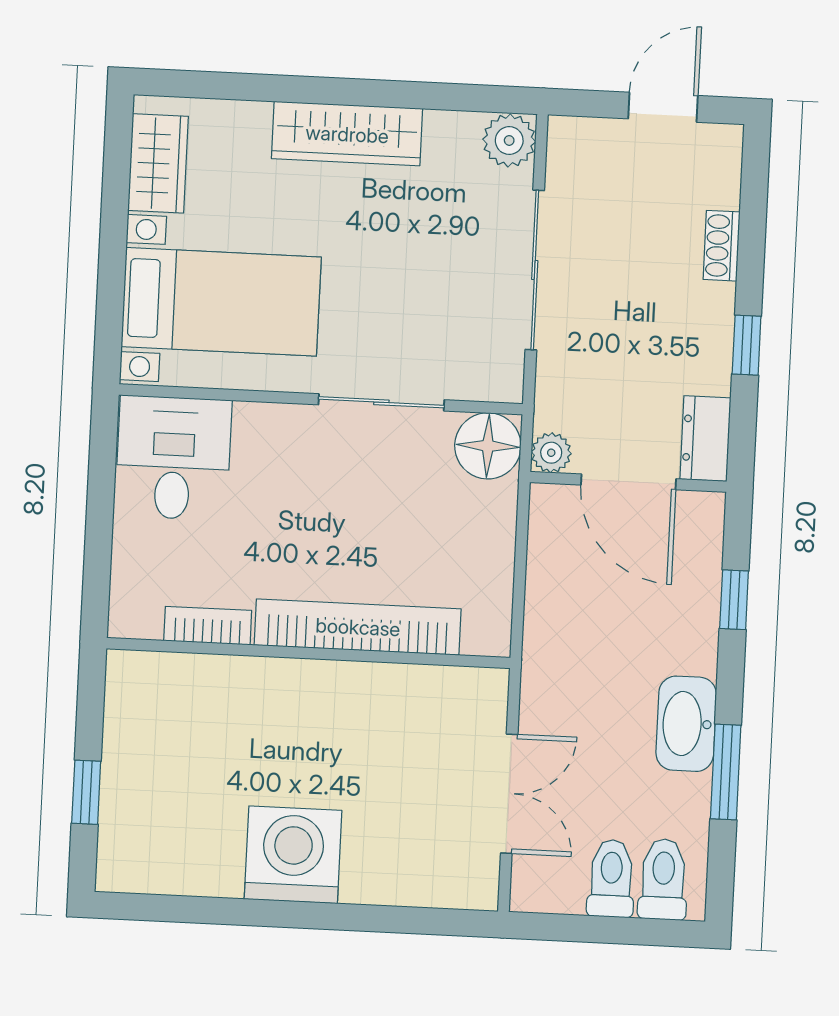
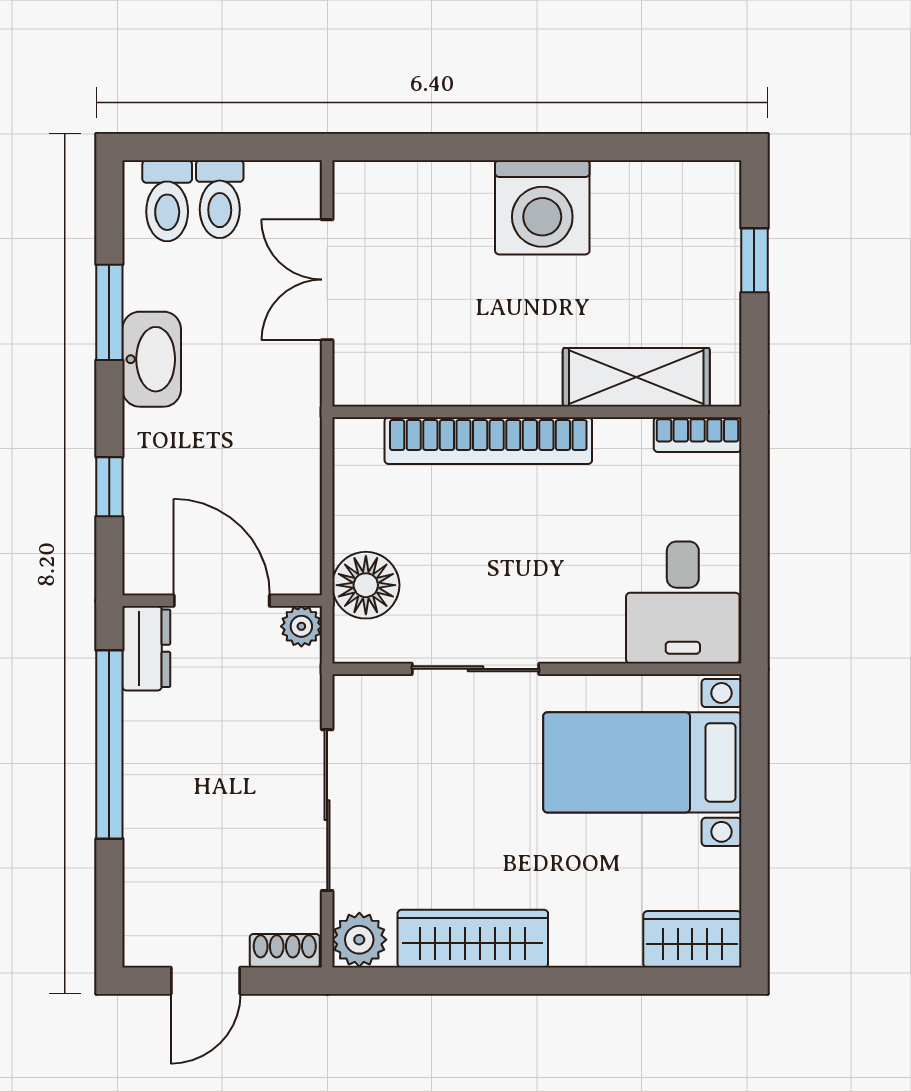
wardrobe: (347, 134) -> (473, 939), moved
wardrobe: (158, 163) -> (692, 939), moved, turned 90
shoe rack: (722, 246) -> (285, 951), moved, turned -90
window: (747, 345) -> (109, 745), width x3.17
floor lamp: (488, 446) -> (366, 585), moved
bookcase: (208, 626) -> (698, 435), moved
shelving: (209, 682) -> (636, 377), added

